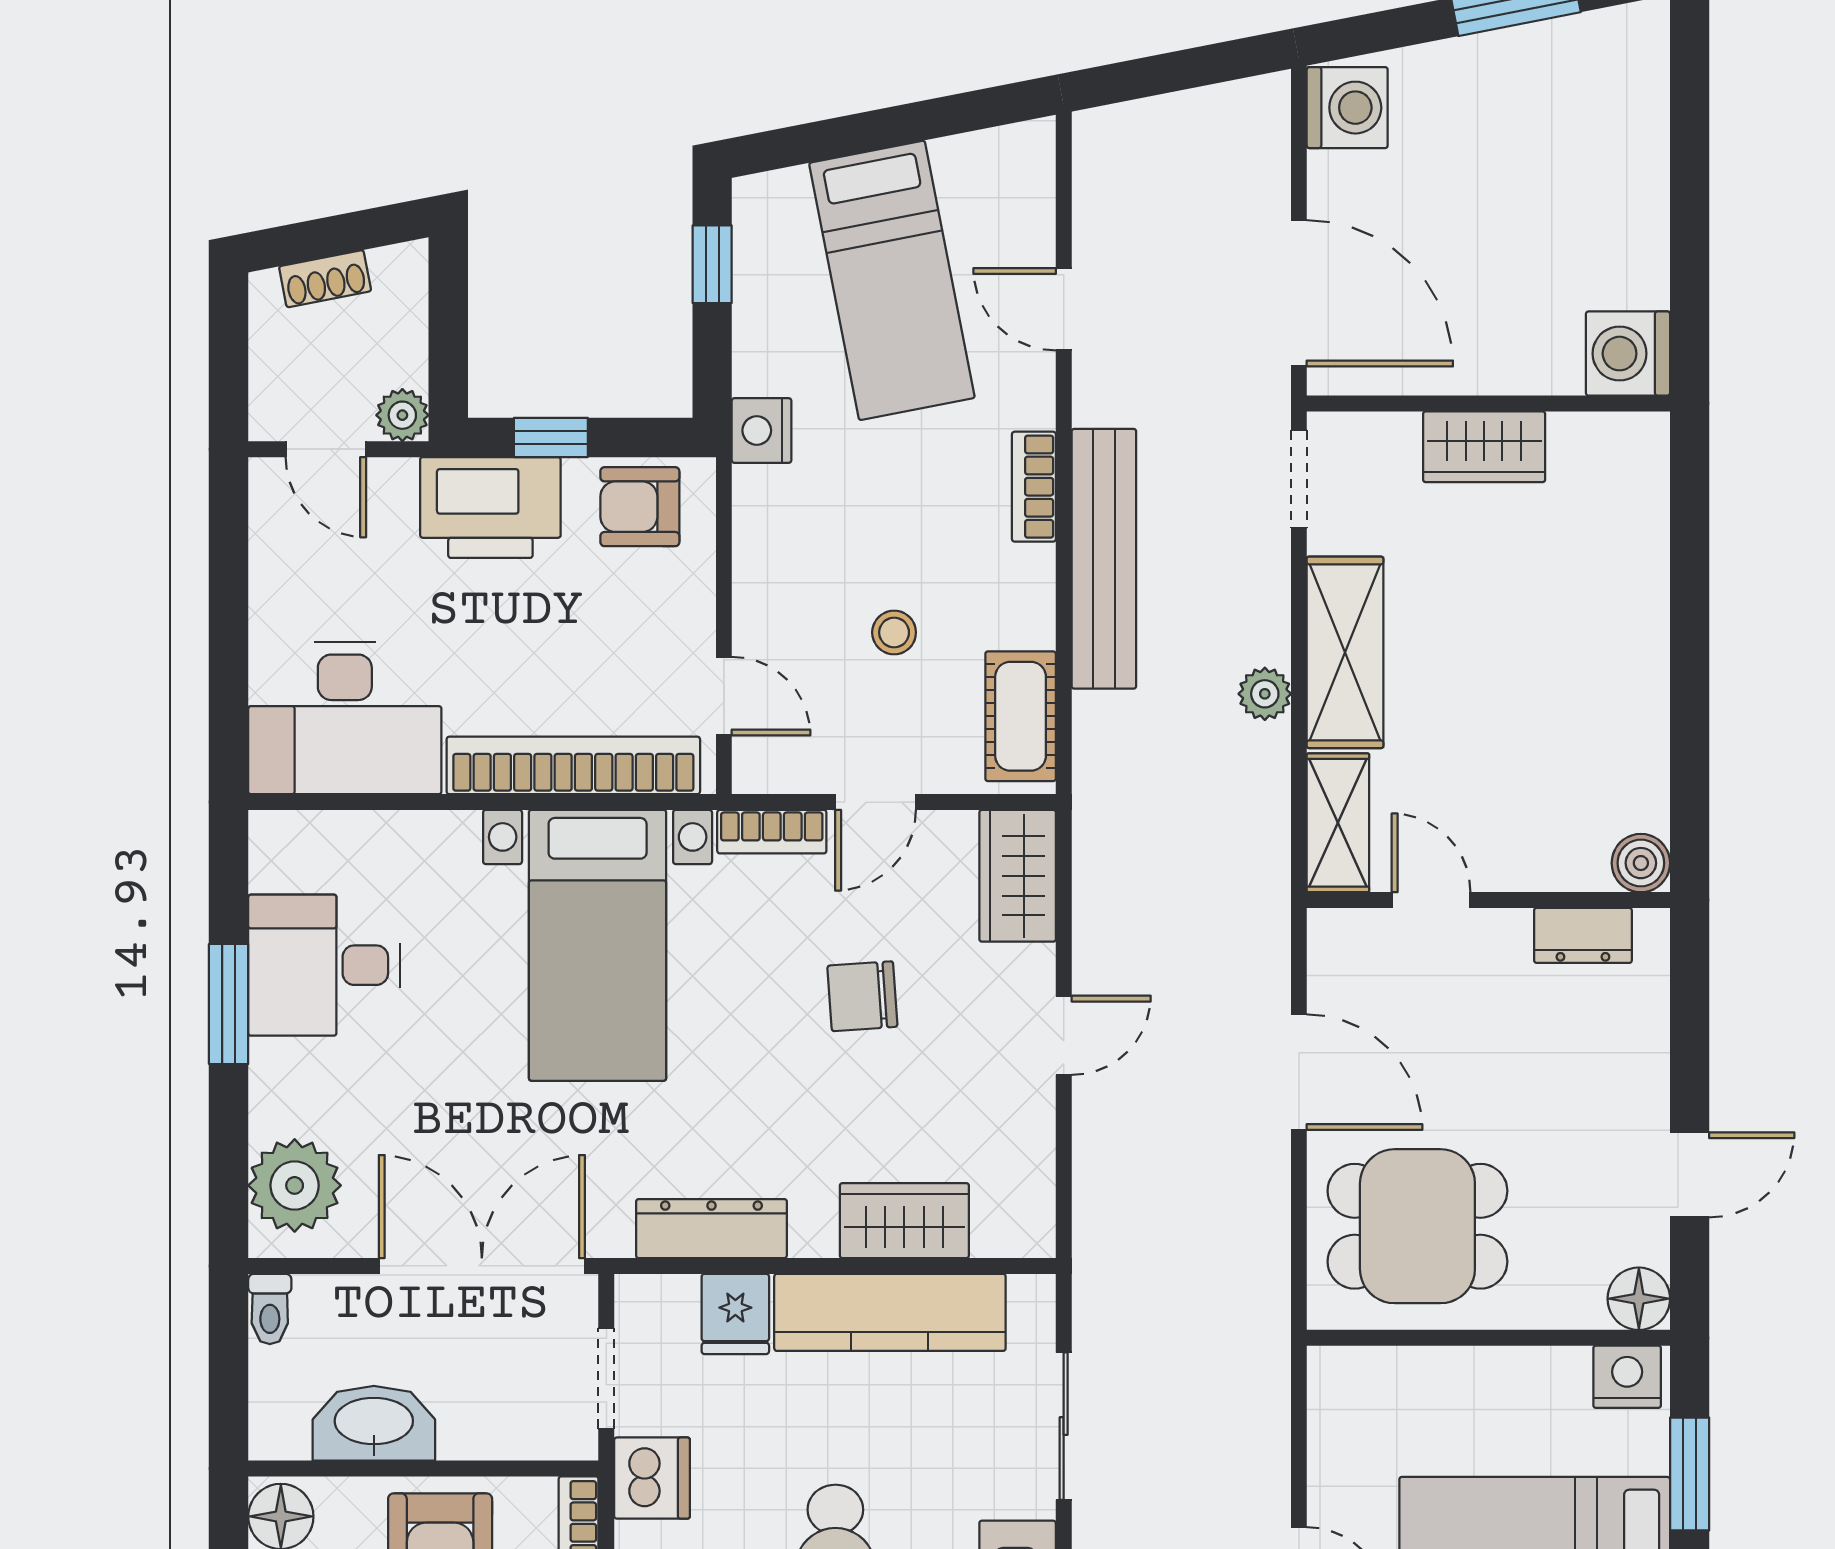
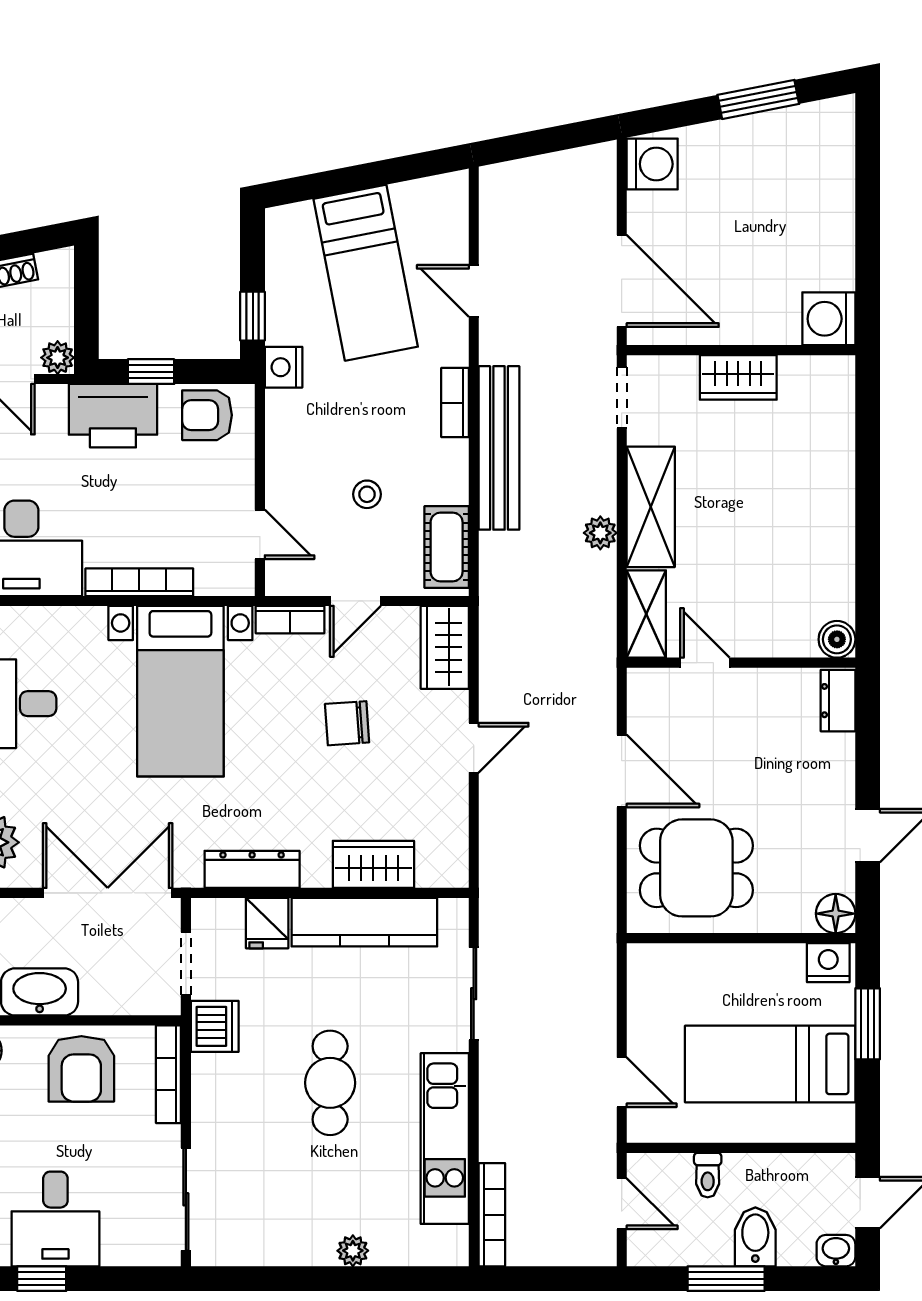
window: (712, 264) -> (253, 316), moved
bookcase: (573, 765) -> (139, 582), width x0.68, depth x0.76
dresser: (1583, 935) -> (838, 701), moved, turned 90

